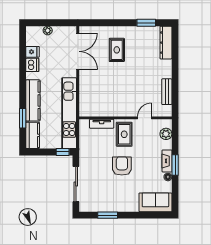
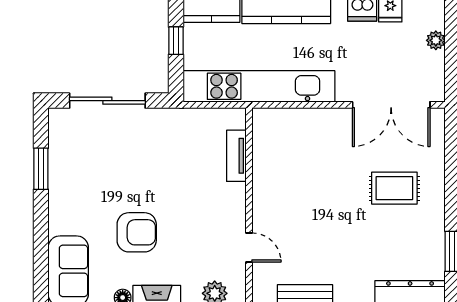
rug: (124, 134) -> (214, 204), removed
window: (63, 152) -> (176, 41), moved
armchair: (122, 166) -> (137, 232), moved

